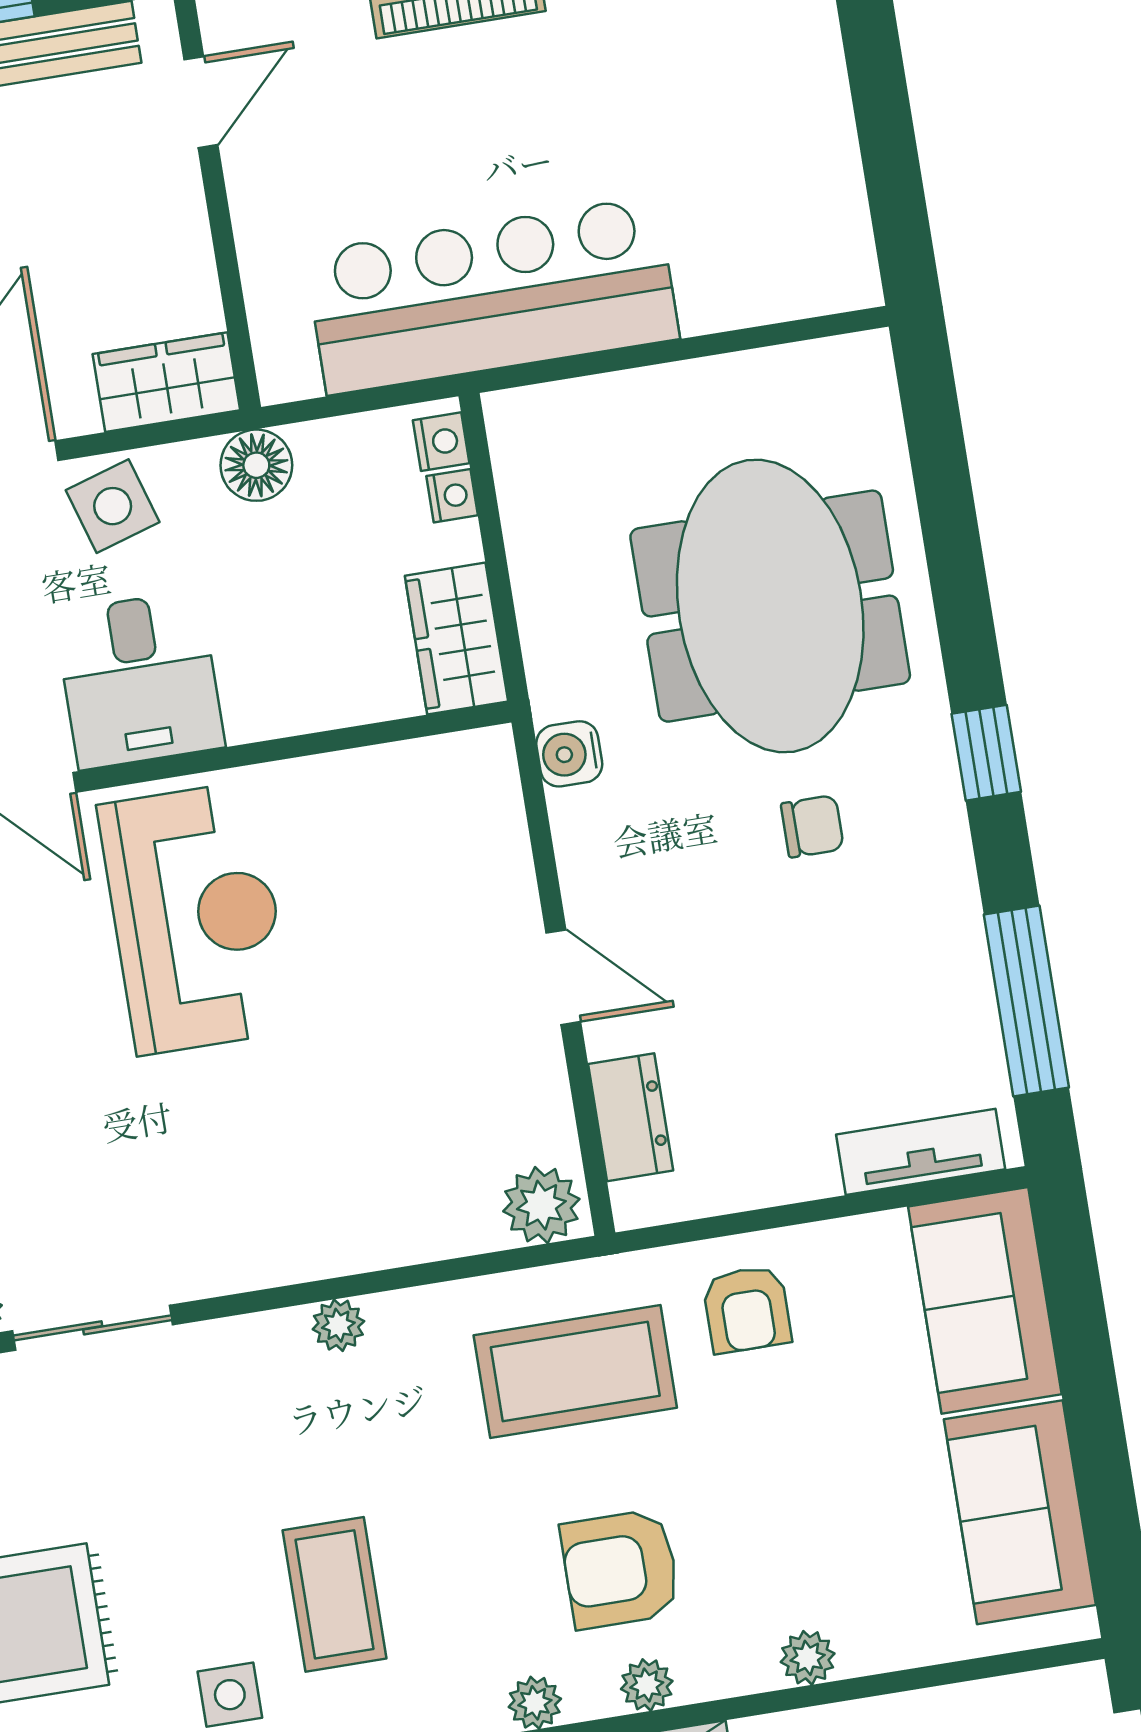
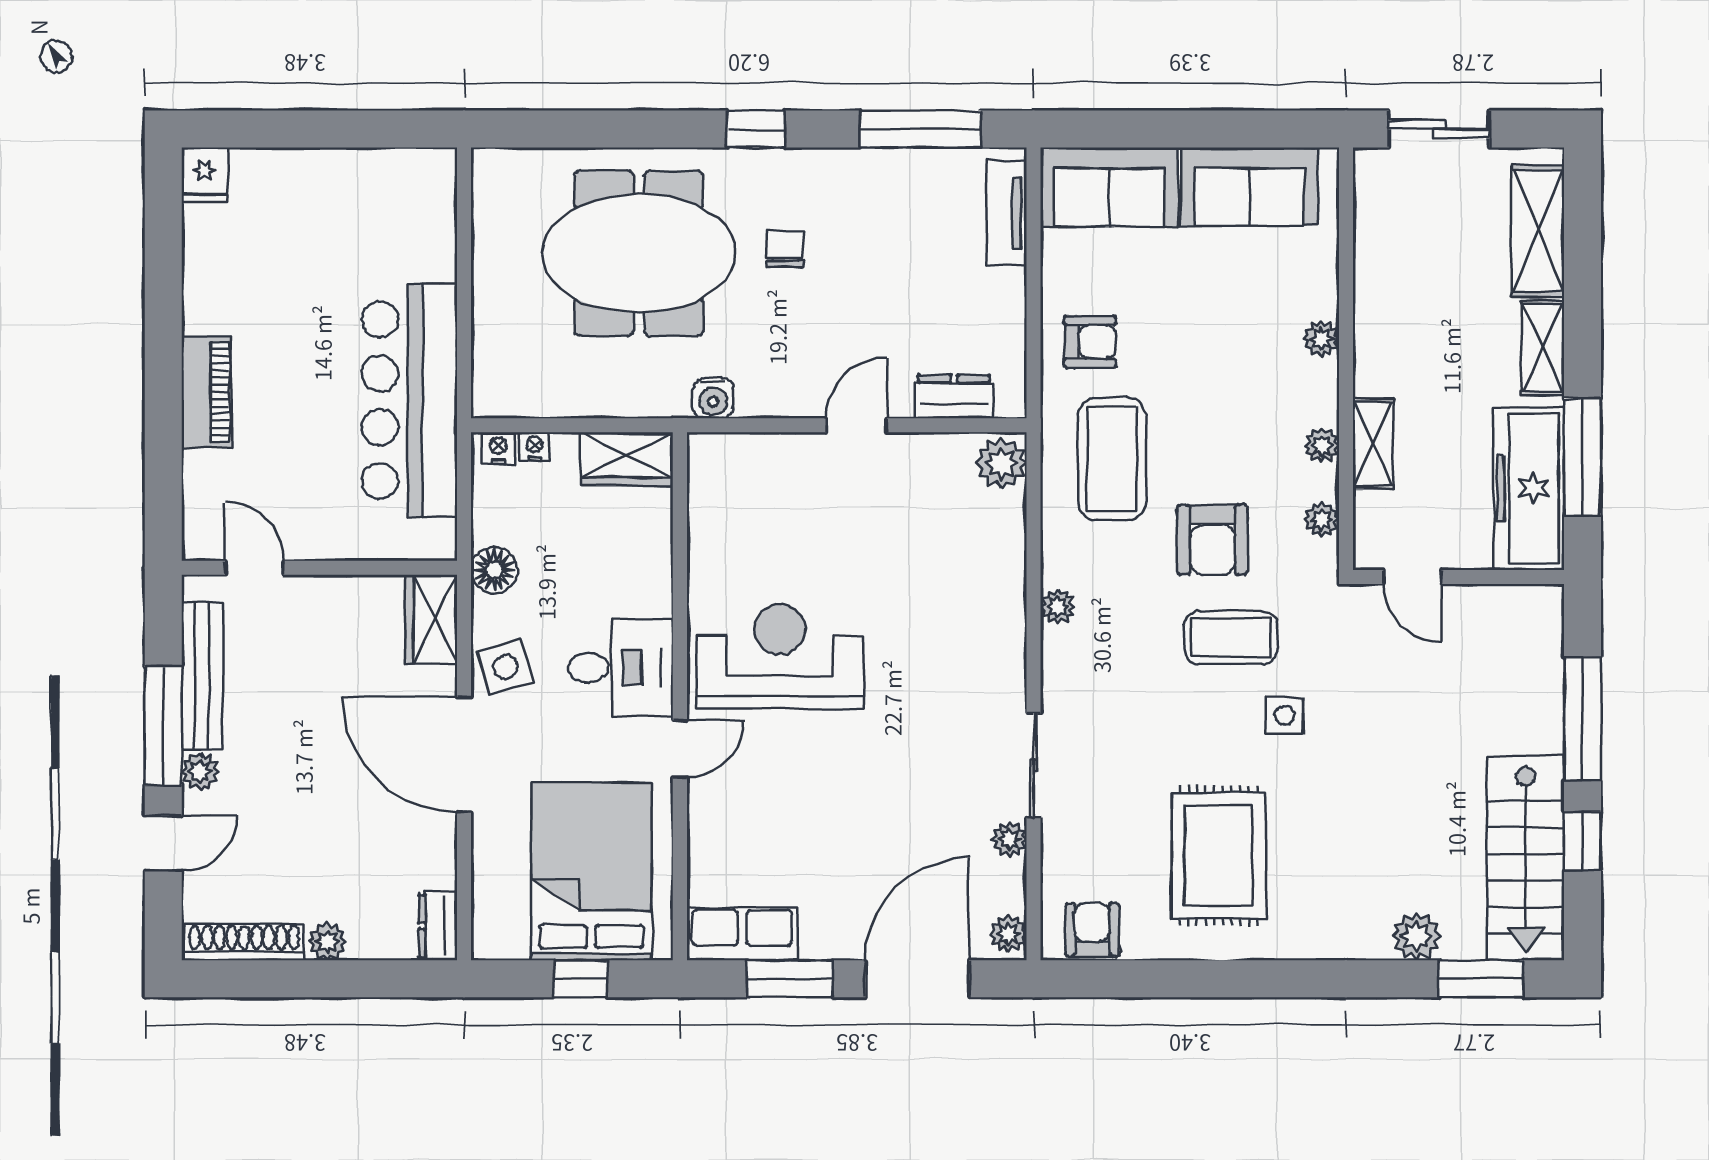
armchair: (620, 1569) -> (1212, 540), moved

